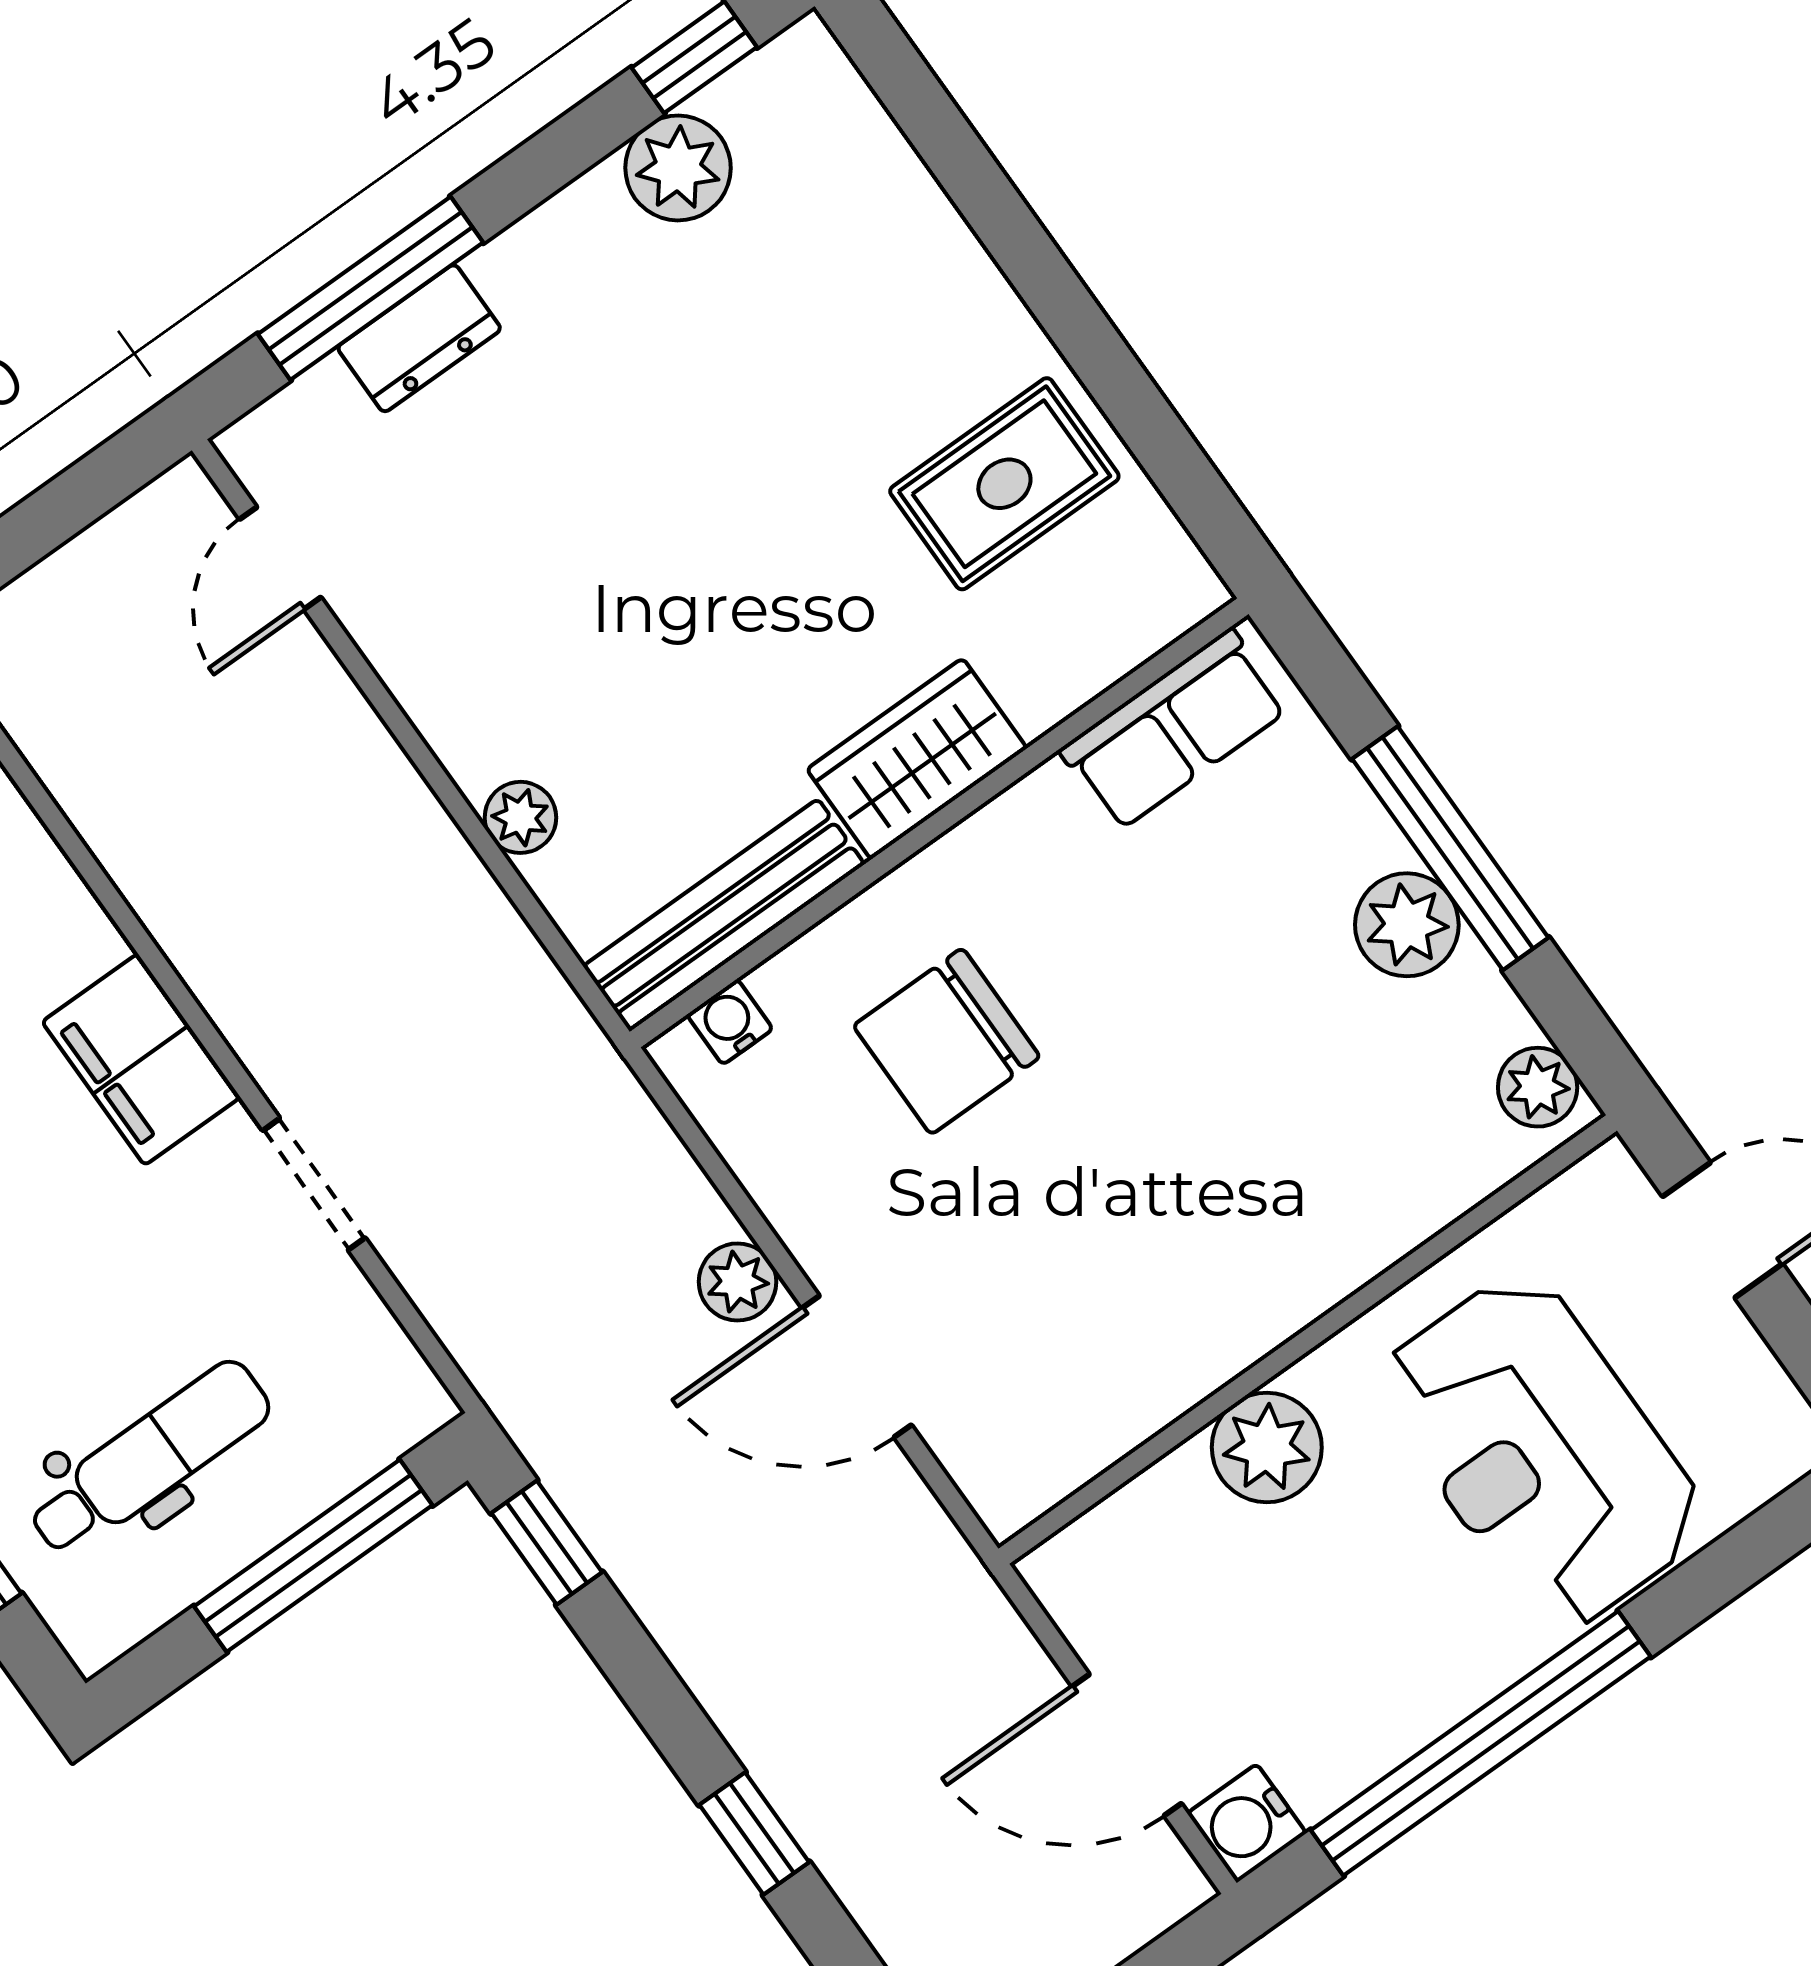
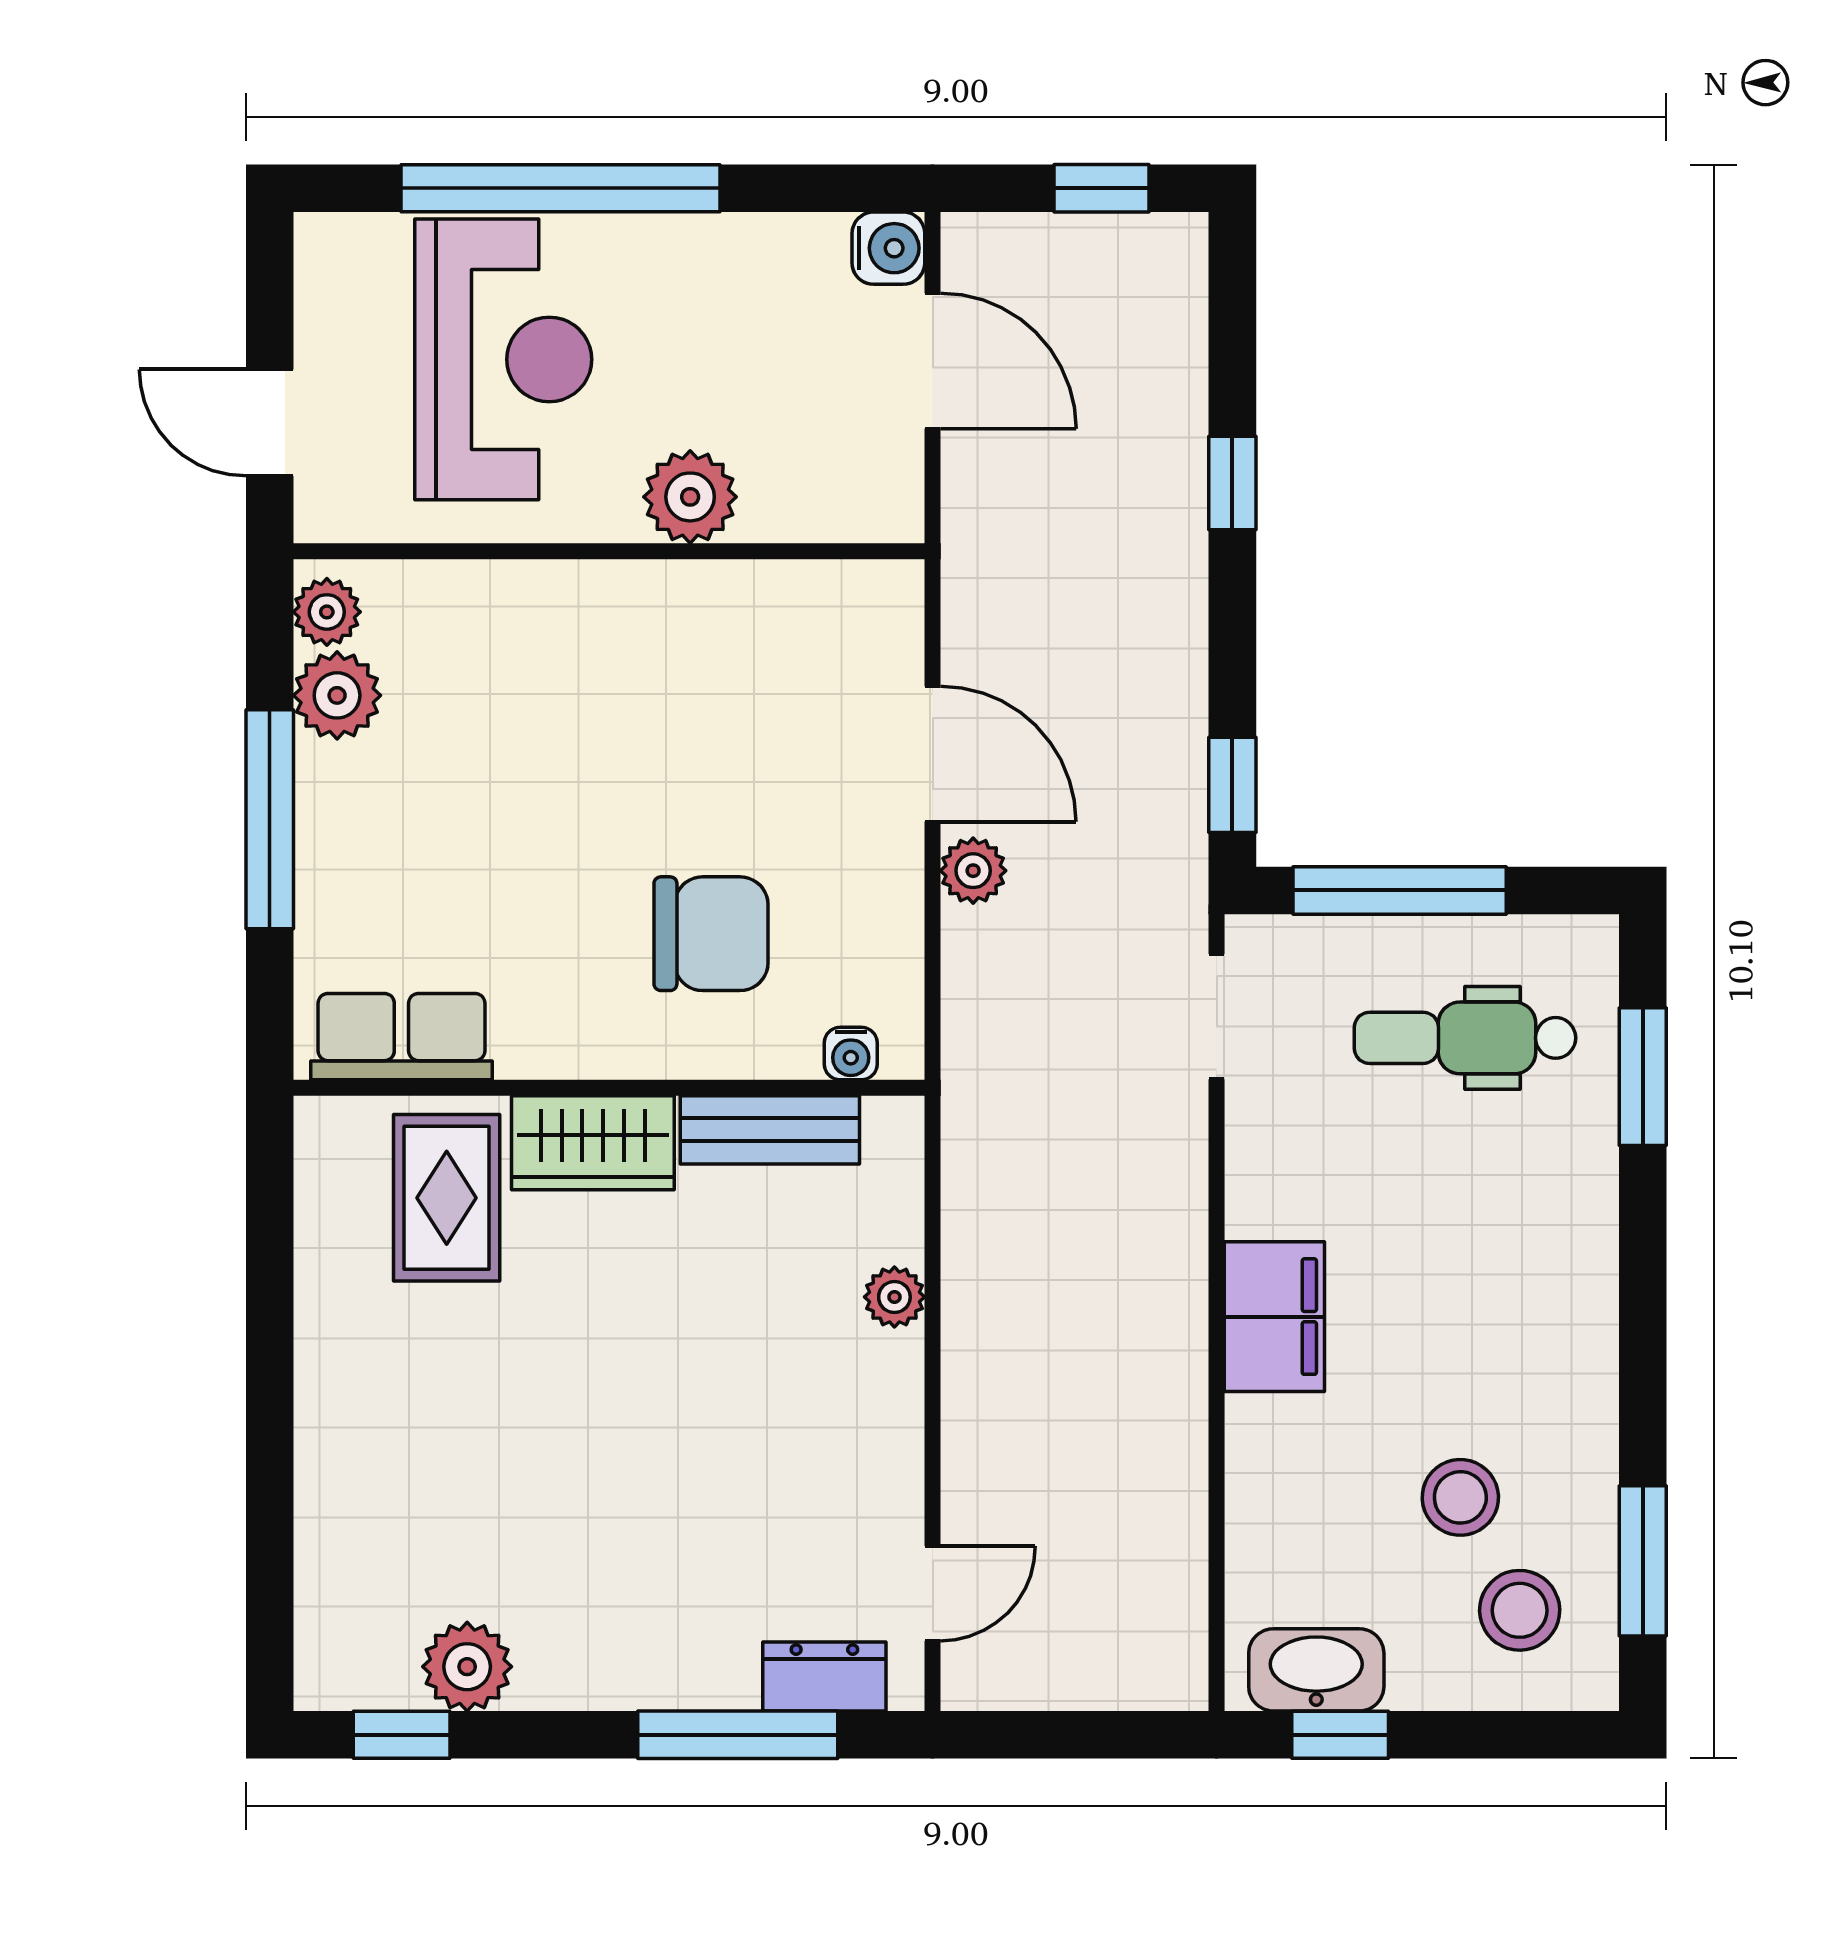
dresser: (419, 338) -> (824, 1677), moved
rug: (1004, 484) -> (447, 1198), moved, turned 90
bench: (724, 915) -> (770, 1130), width x0.73
plant: (1407, 925) -> (337, 695), moved
doorway: (314, 1184) -> (1217, 1017), moved
window: (1481, 1743) -> (561, 188), moved

